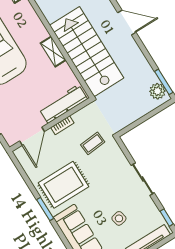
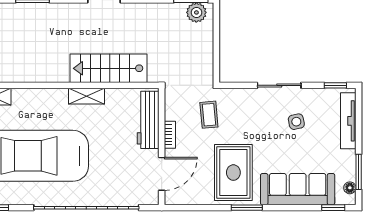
stairs: (87, 52) -> (108, 68), width x0.73, depth x0.66
door: (32, 136) -> (162, 174), hinge flipped
side table: (119, 218) -> (296, 122), moved

